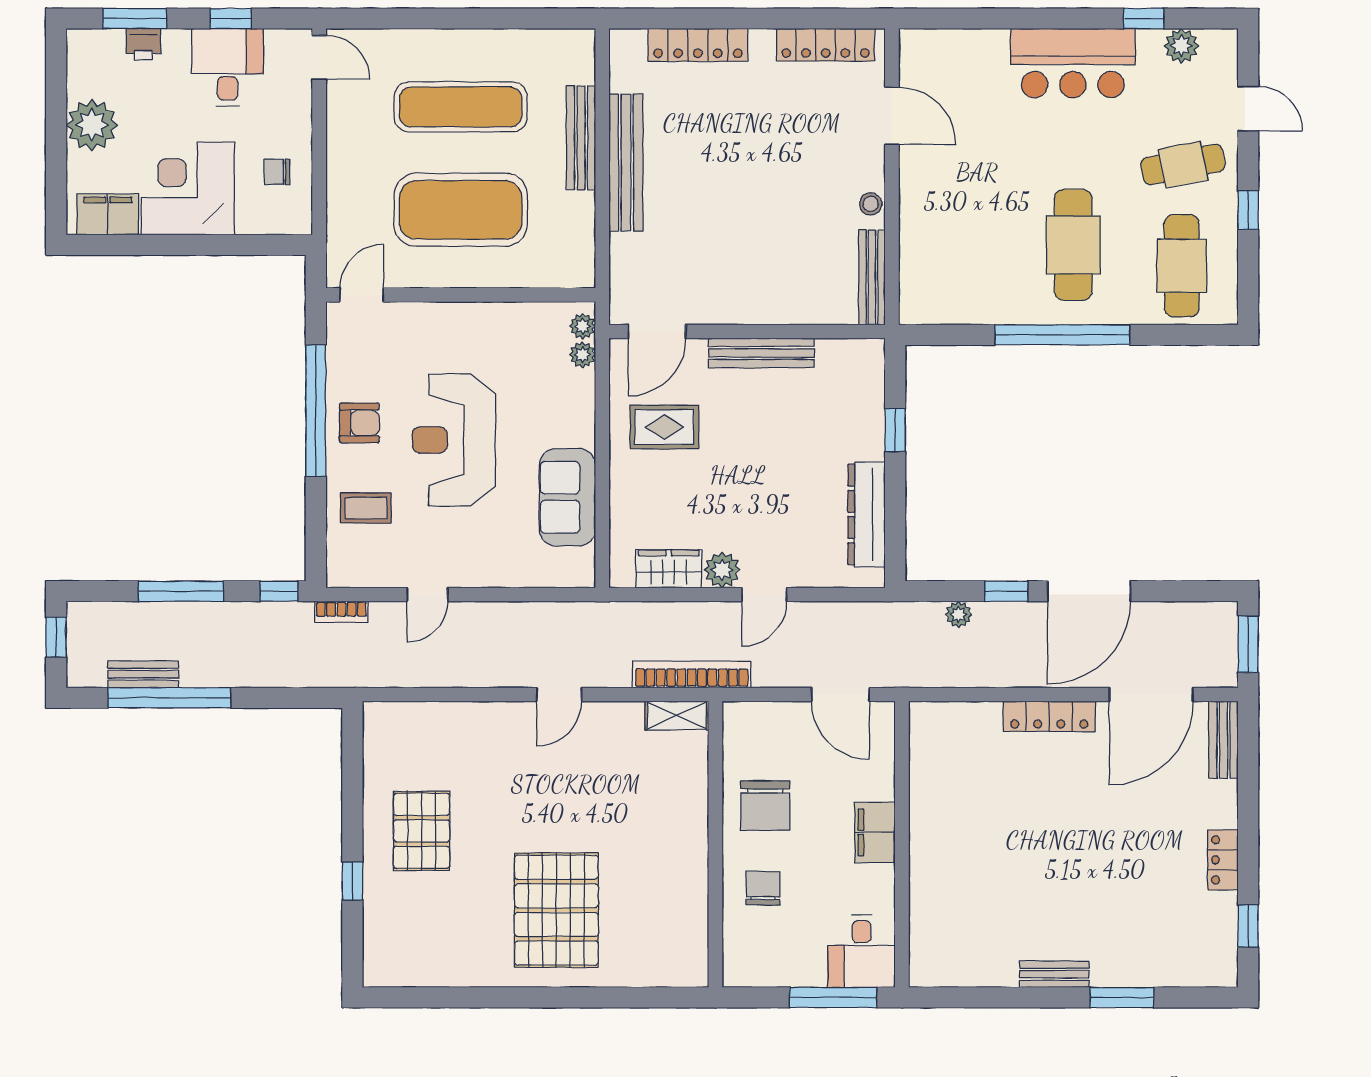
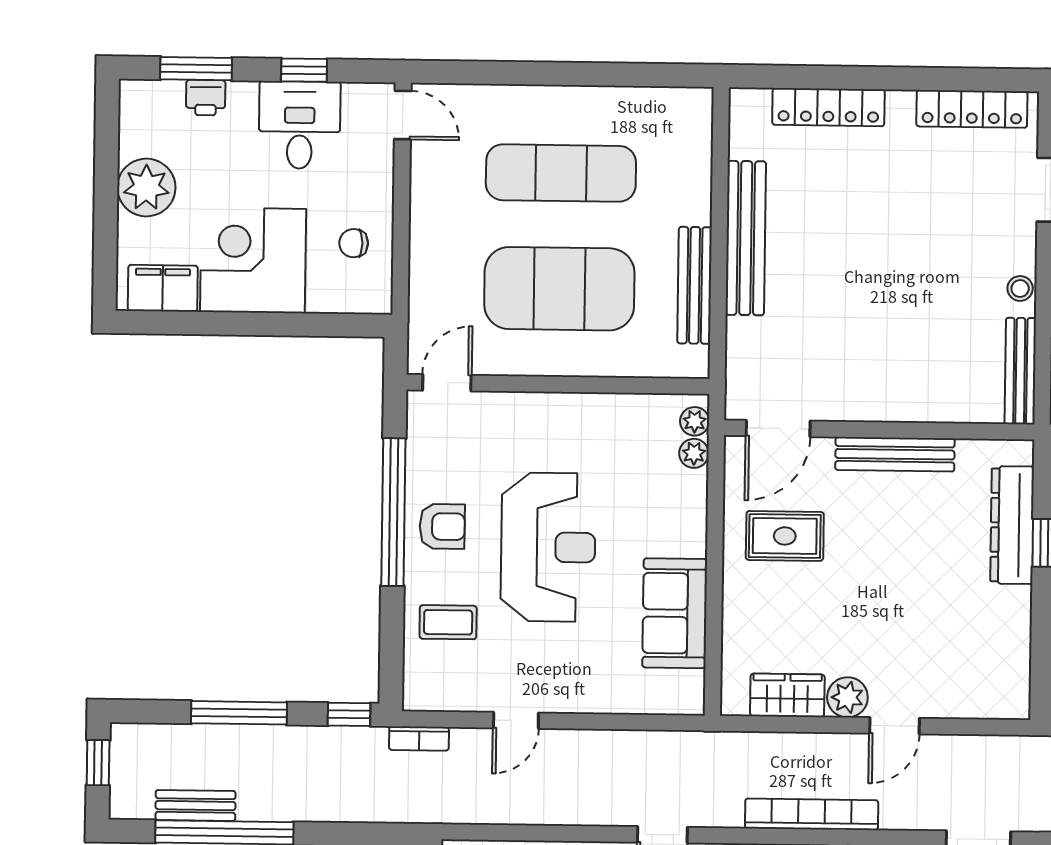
bench: (581, 138) -> (695, 285), moved
reception desk: (454, 440) -> (548, 547), turned 180
dresser: (866, 514) -> (1012, 525), moved

